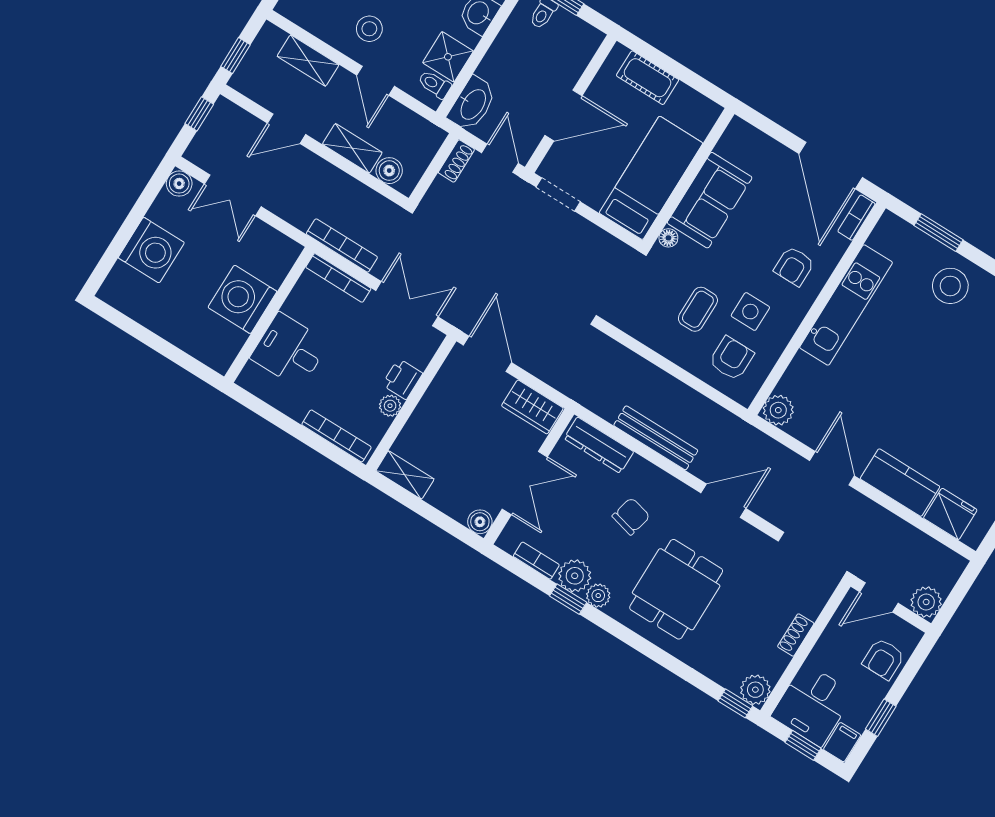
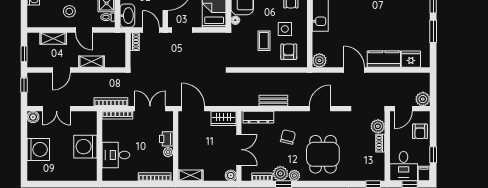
boiler: (389, 171) -> (111, 61), removed
bench: (656, 438) -> (273, 101), width x0.73
plant: (755, 690) -> (378, 126), moved

